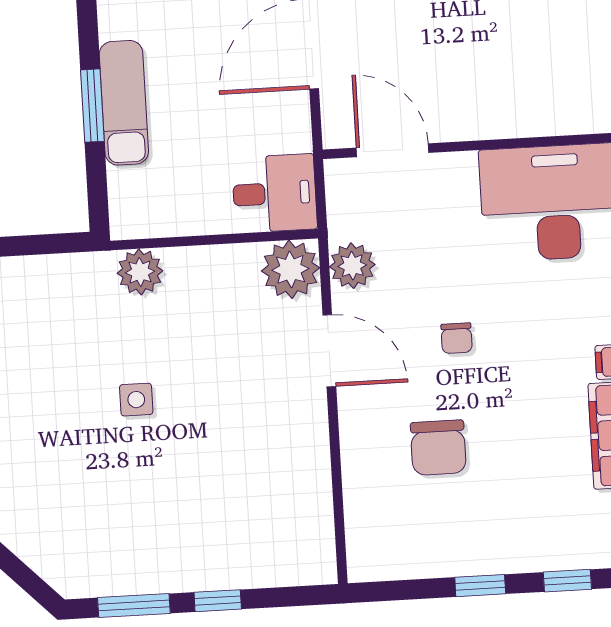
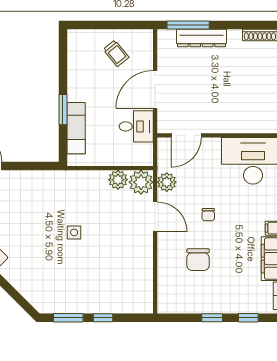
exam couch: (124, 103) -> (76, 128), moved
door: (393, 150) -> (186, 135), swing flipped
desk: (274, 193) -> (136, 126), moved
plant: (140, 272) -> (118, 180), moved

